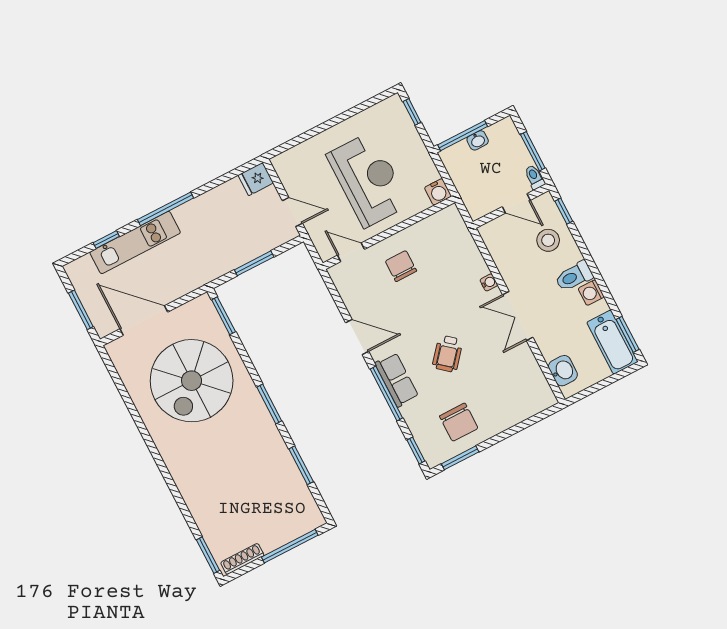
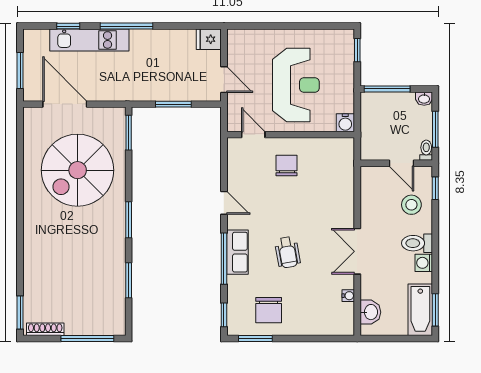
washbasin: (478, 140) -> (424, 99), moved
water cooler: (489, 282) -> (348, 296), moved
door: (357, 337) -> (224, 203), width x0.73
wheelchair: (448, 354) -> (288, 252), turned -50

